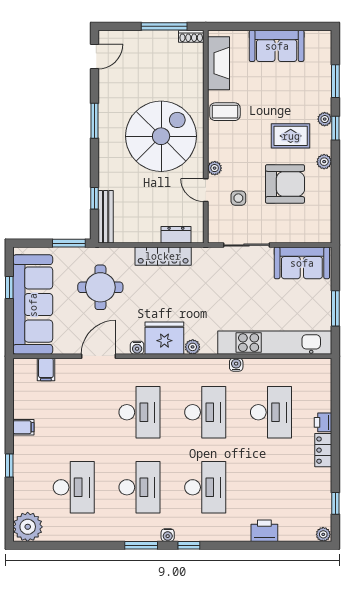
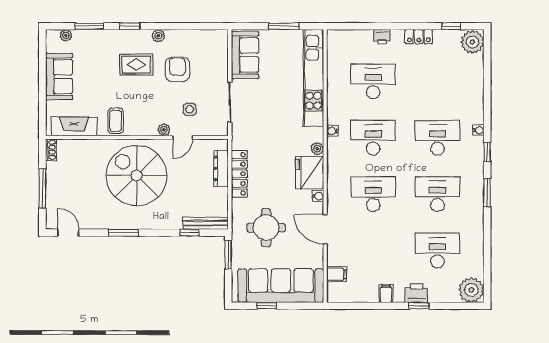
window: (164, 26) -> (42, 189), moved
plant: (325, 119) -> (66, 35), moved
rug: (291, 136) -> (136, 65), turned 90
armchair: (285, 184) -> (177, 69), width x0.73, depth x0.73
dresser: (176, 235) -> (221, 168), width x1.44
water cooler: (236, 365) -> (332, 131), moved
locker: (323, 450) -> (419, 37), moved
printer: (264, 531) -> (417, 293), moved, turned 90
plant: (323, 534) -> (472, 42), width x1.88, depth x1.88
water cooler: (168, 535) -> (478, 130), moved

